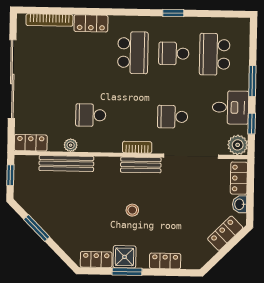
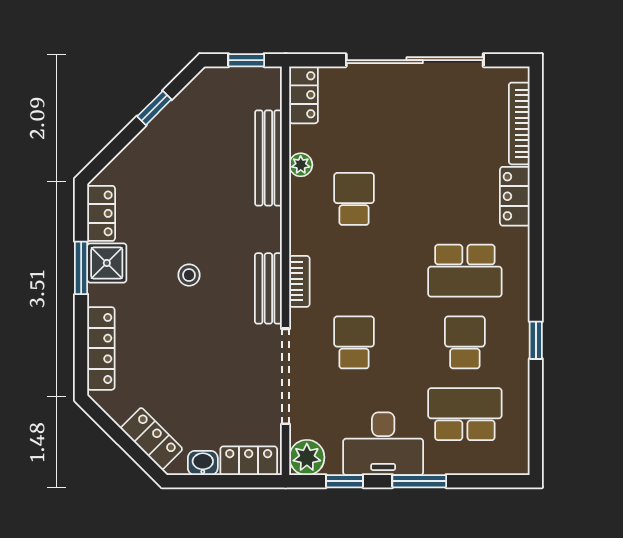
desk: (230, 107) -> (383, 444), width x1.37
window: (37, 228) -> (154, 108), width x0.67
locker: (165, 261) -> (101, 348), width x1.53

